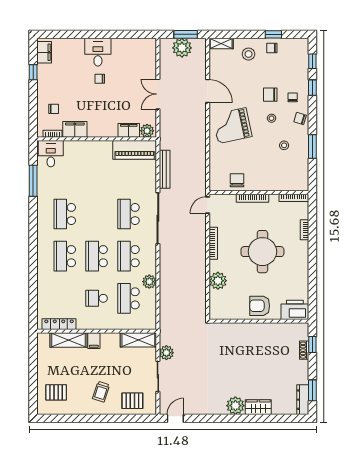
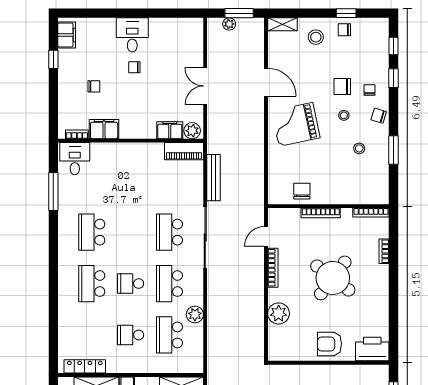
plant: (182, 48) -> (229, 24), width x0.53, depth x0.53
chair: (54, 109) -> (94, 86), moved
piano: (135, 150) -> (184, 151), width x0.73, depth x0.75
door: (208, 205) -> (266, 237), moved
round table: (262, 252) -> (333, 278), turned 37
school desk: (97, 256) -> (131, 284), width x0.54

